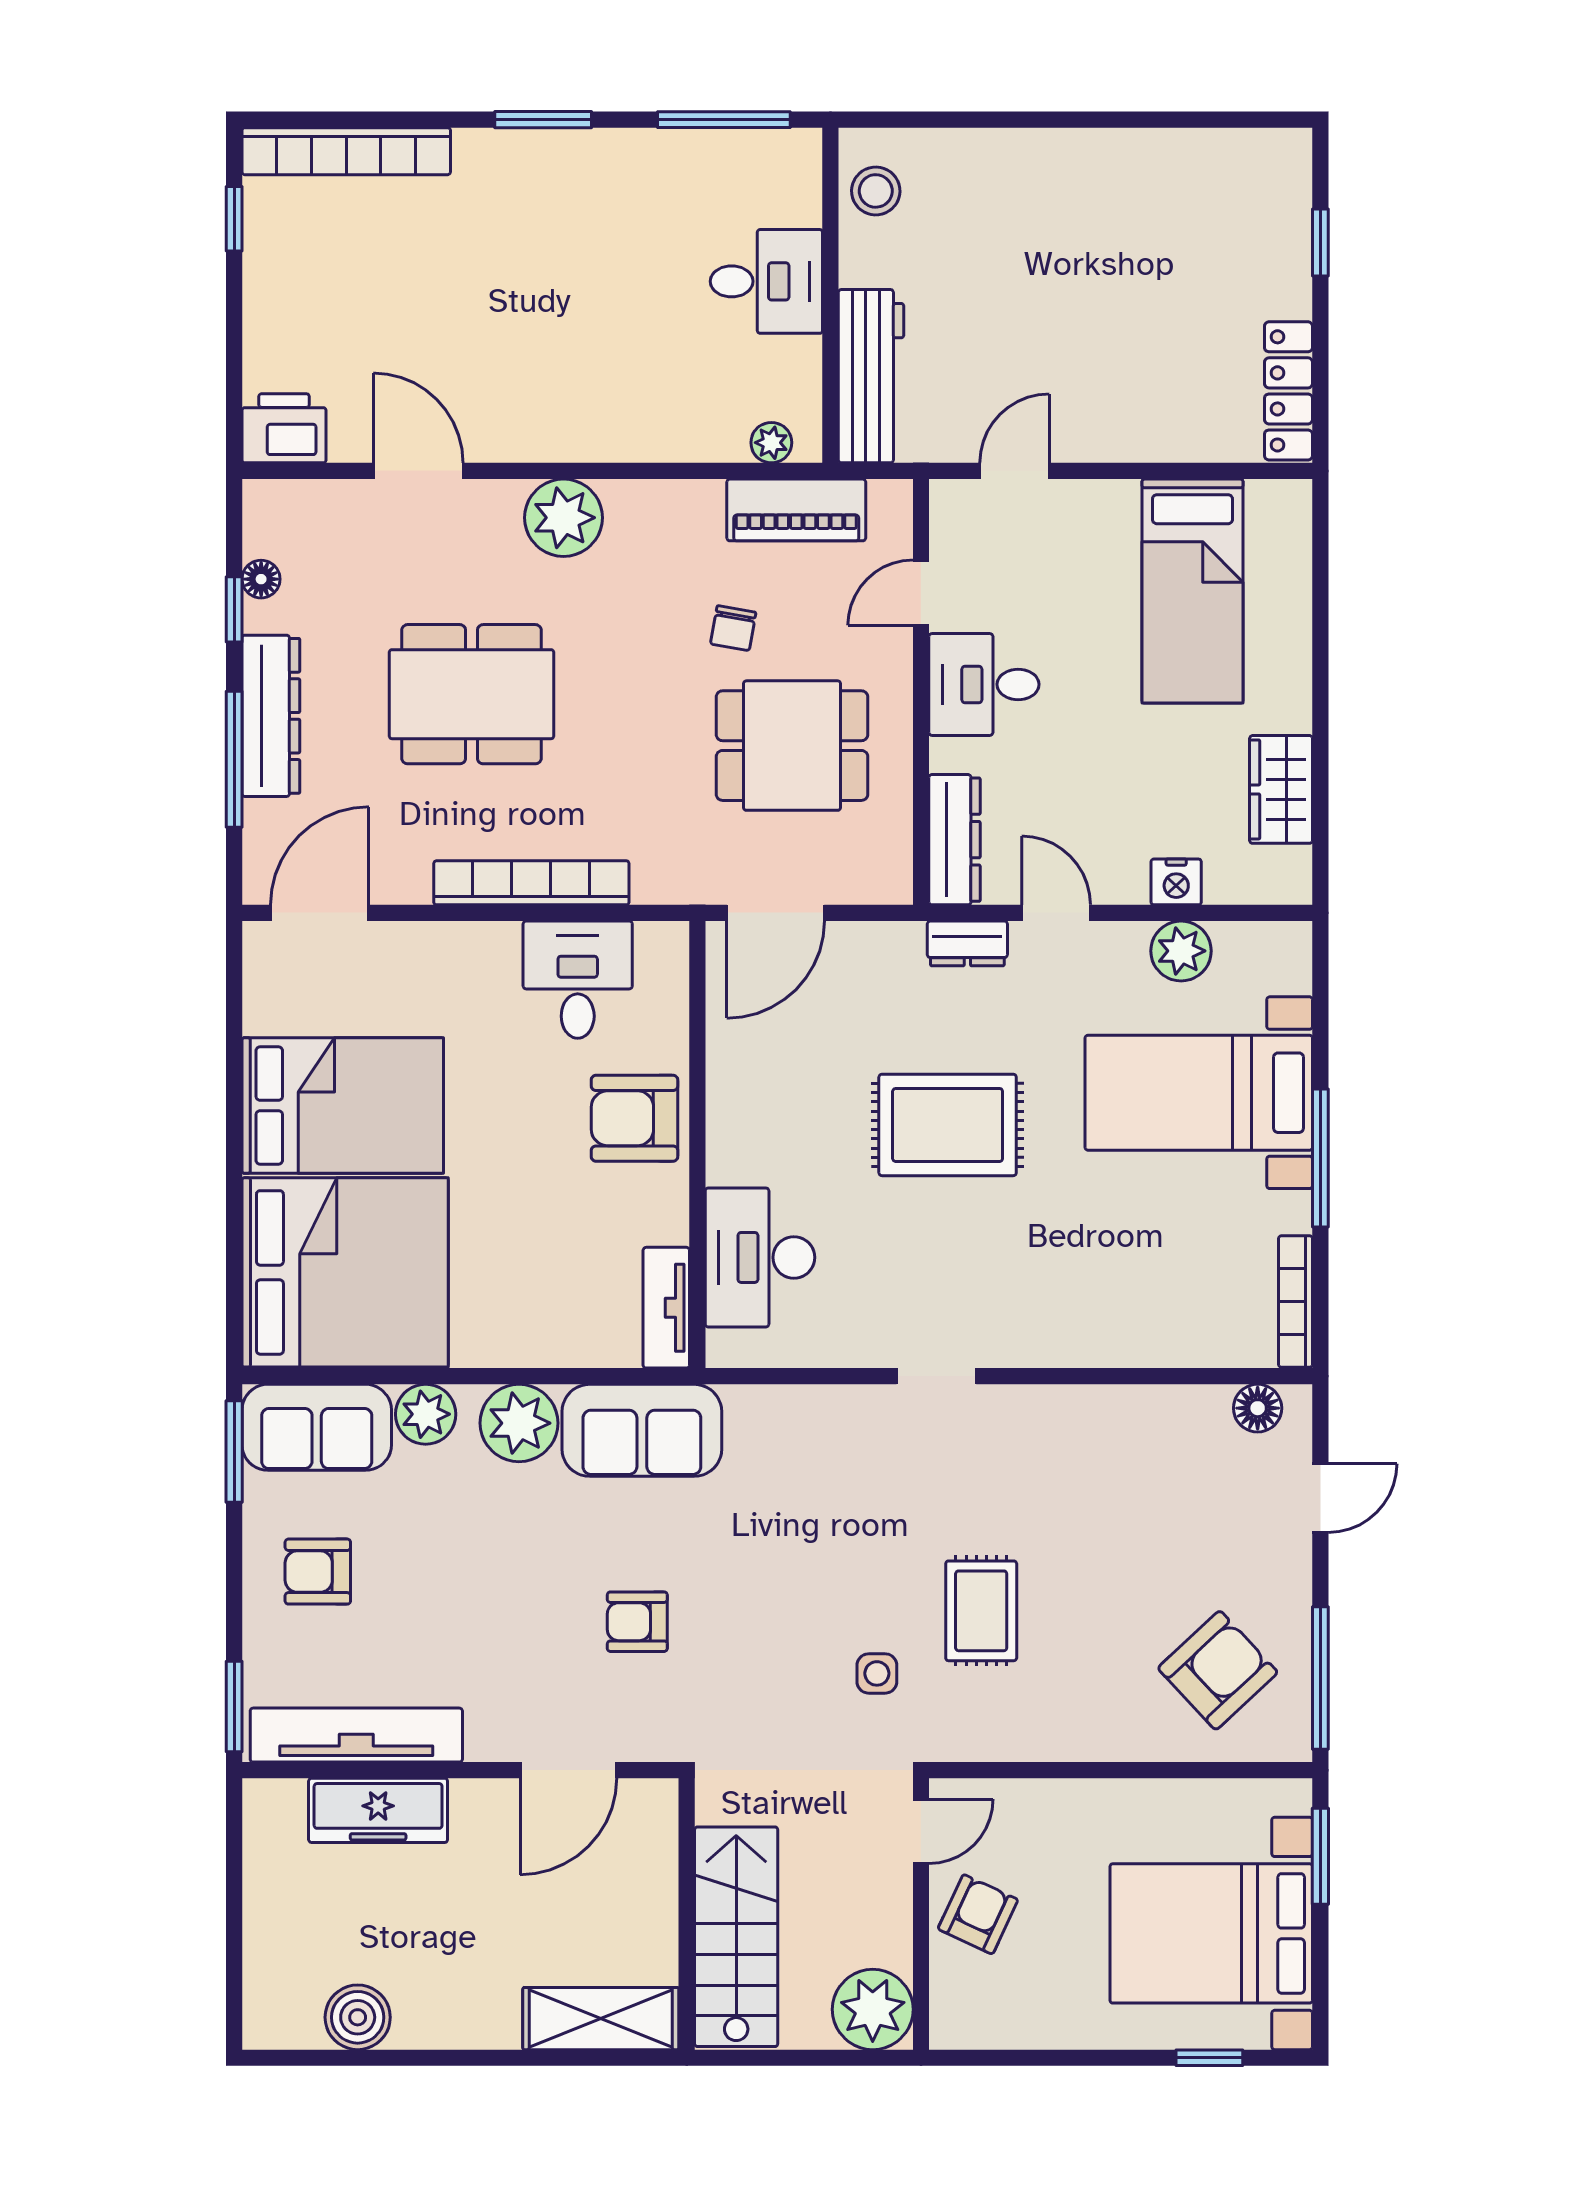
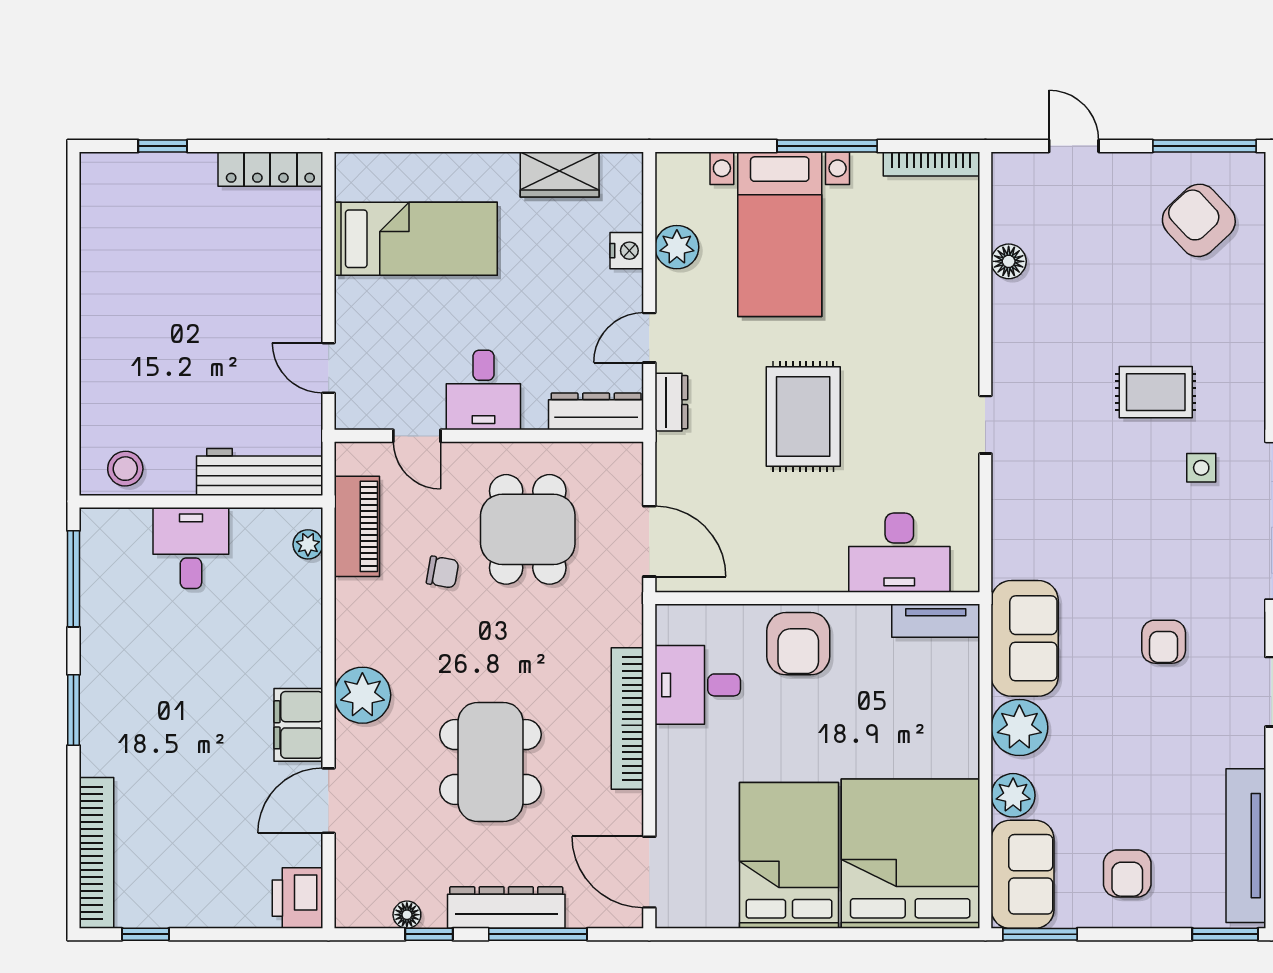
filing cabinet: (523, 430) -> (298, 725), added
floor lamp: (1258, 1408) -> (1009, 261), moved

